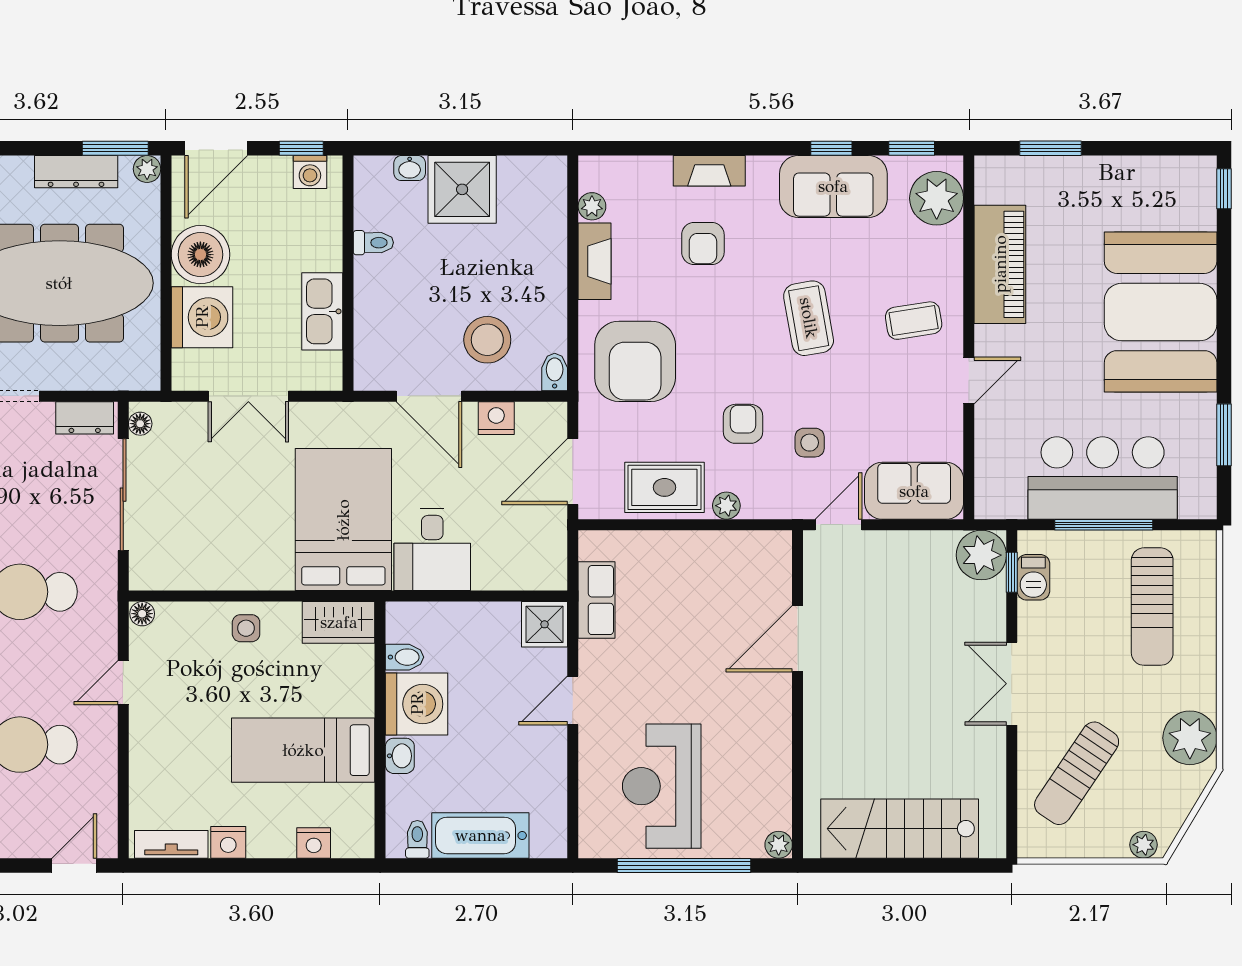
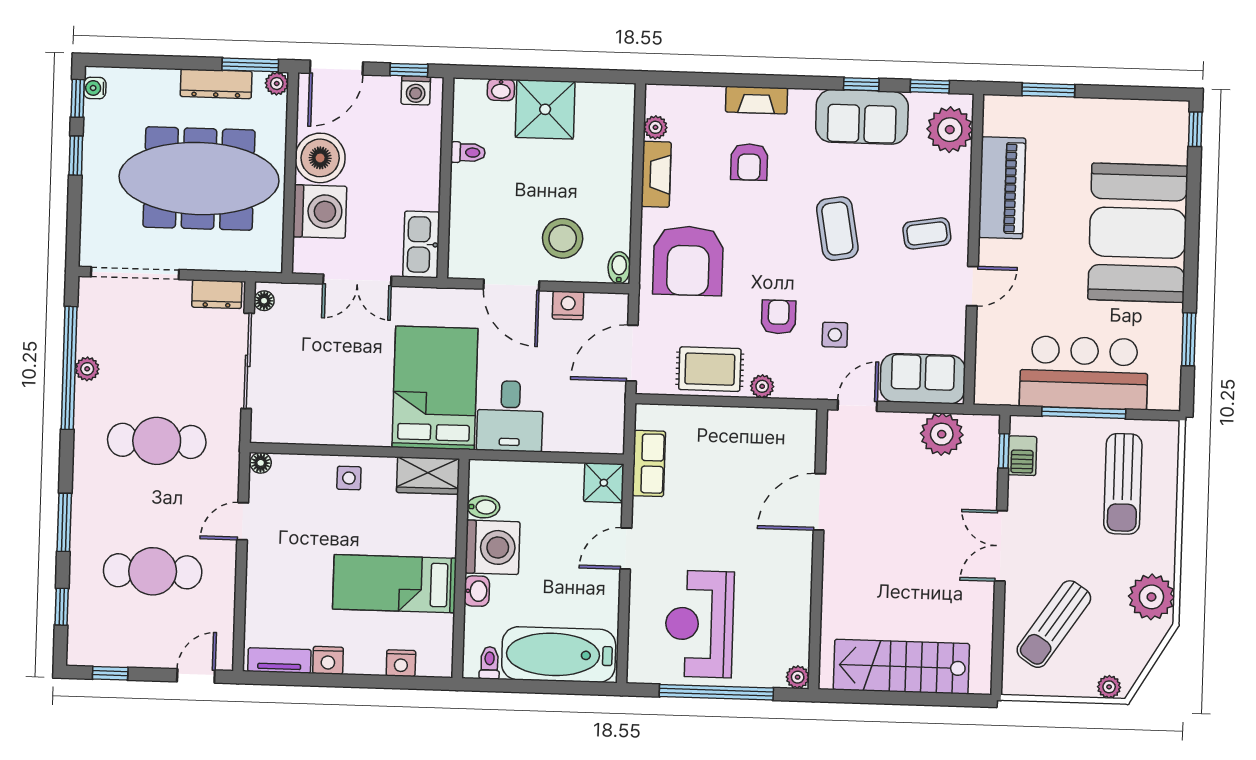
kitchen sink: (322, 311) -> (421, 245), moved
plant: (981, 555) -> (942, 434), moved
bathtub: (480, 835) -> (559, 655), width x1.36, depth x1.36

